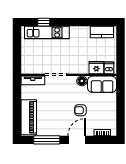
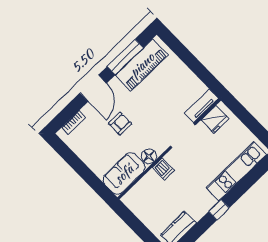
window: (44, 22) -> (219, 210), moved
fridge: (96, 68) -> (215, 119), moved
dishwasher: (109, 68) -> (163, 169), moved
piano: (29, 117) -> (142, 65), moved, turned -90

